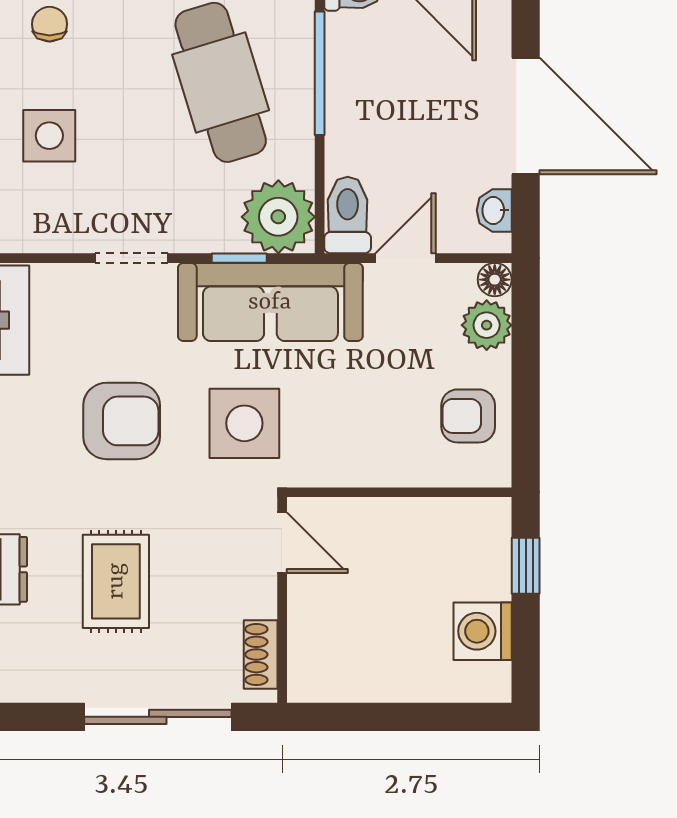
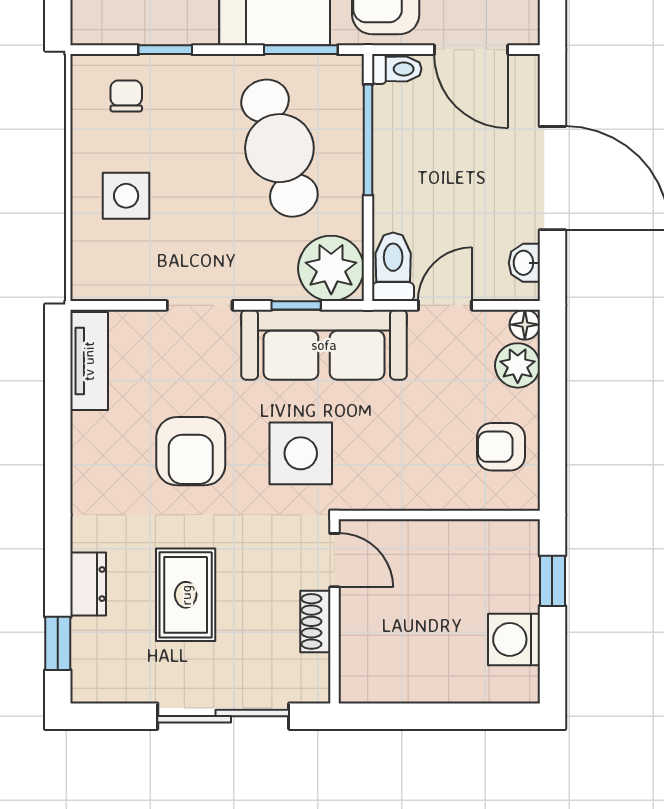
armchair: (122, 421) -> (191, 451), turned 90
shoe rack: (261, 654) -> (315, 621), moved

